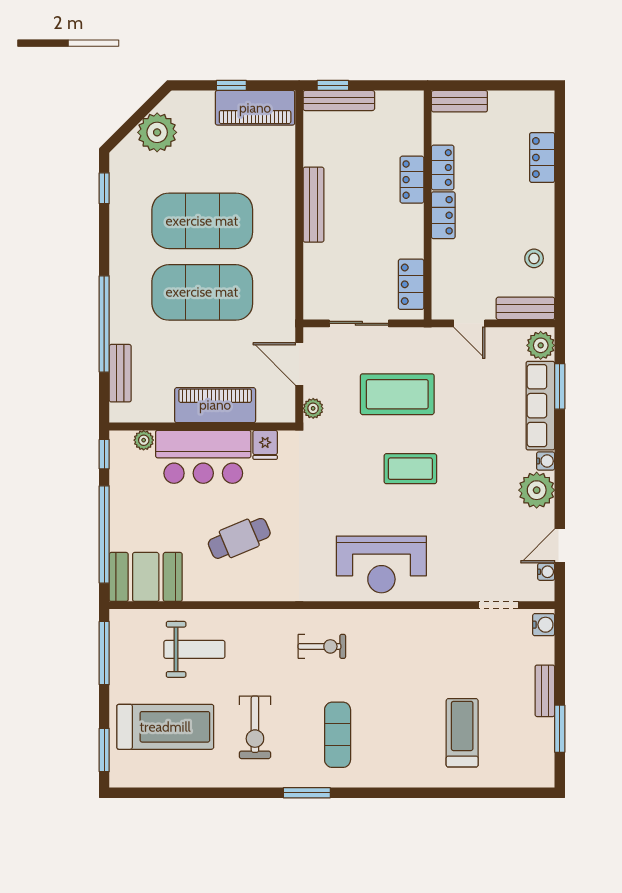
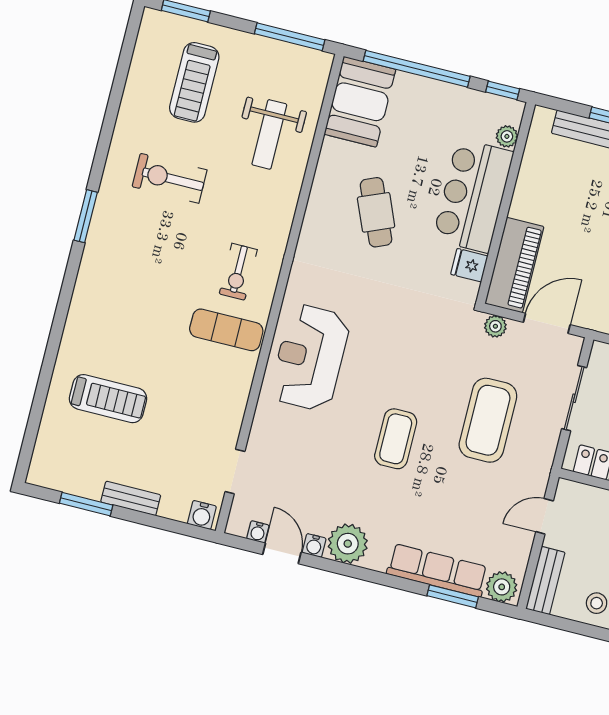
piano: (215, 405) -> (514, 265), moved
water cooler: (546, 461) -> (314, 545), moved
coffee table: (410, 469) -> (396, 439), moved
treadmill: (165, 727) -> (194, 82), width x0.73, depth x0.73
exercise mat: (338, 735) -> (226, 330), moved

